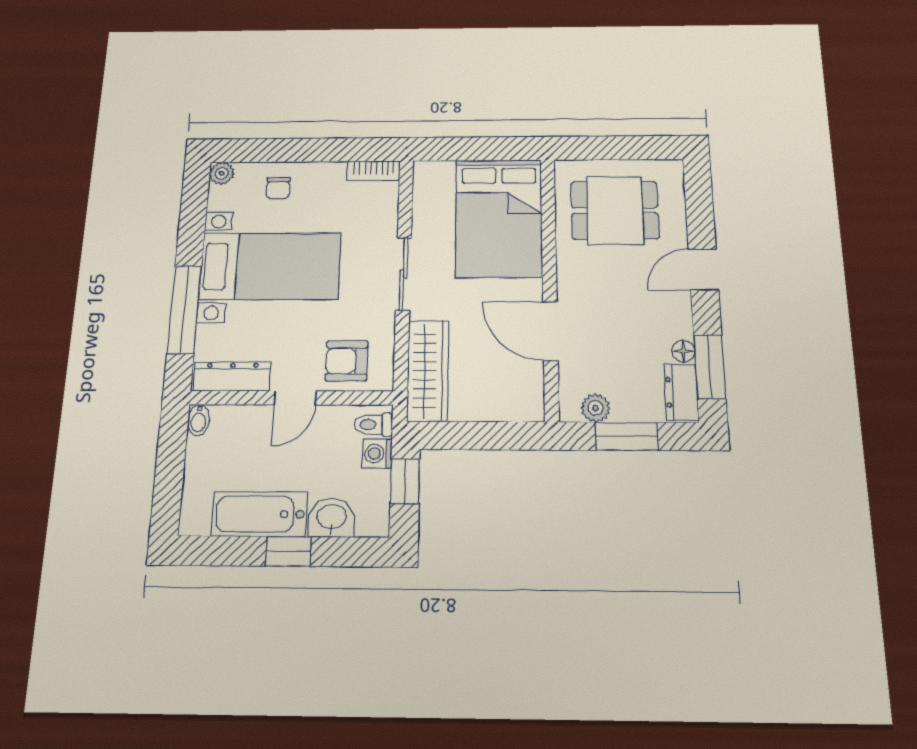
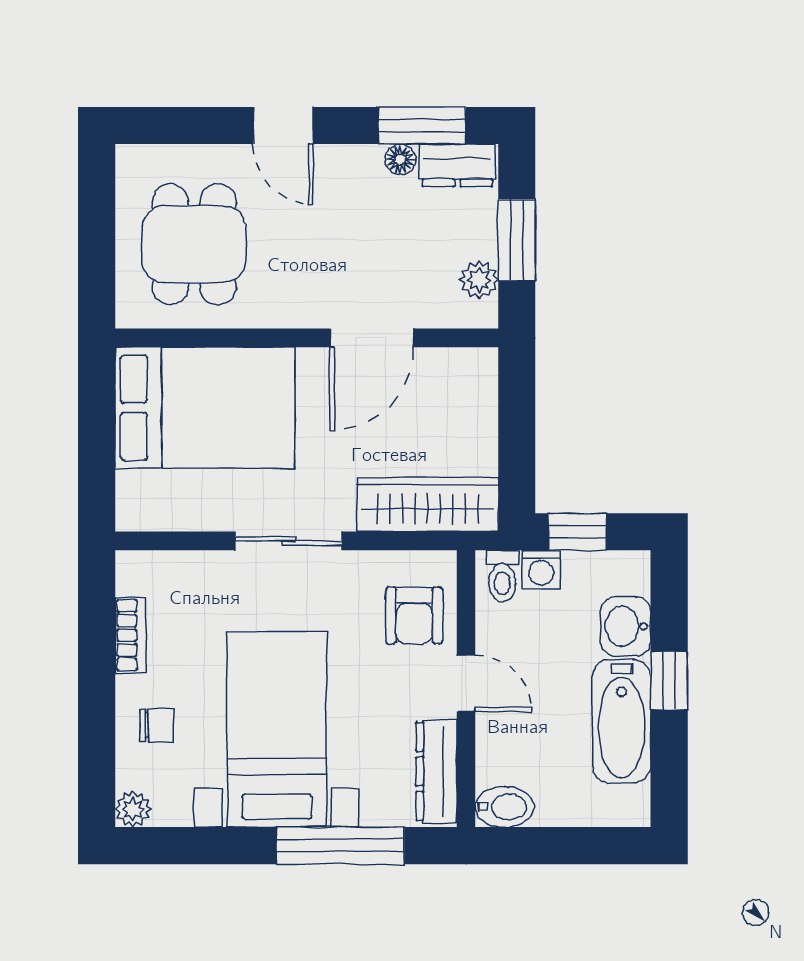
bookcase: (373, 171) -> (130, 635), moved
bidet: (199, 420) -> (504, 807), width x1.38, depth x1.36

